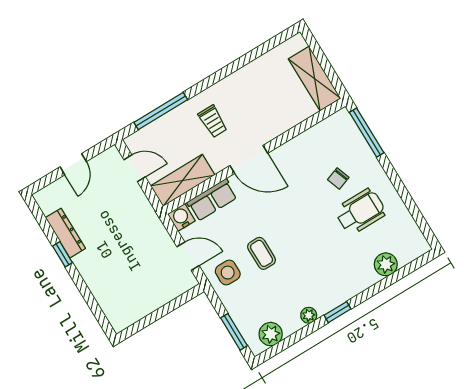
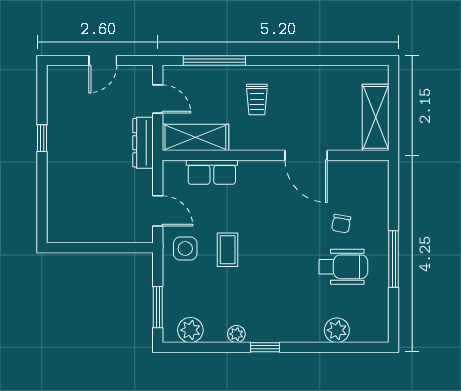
window: (367, 133) -> (394, 259), moved
door: (249, 159) -> (306, 155), moved
chair: (338, 179) -> (341, 224), turned -60
water cooler: (181, 217) -> (173, 171), removed
dresser: (65, 233) -> (143, 143), moved, turned 180

